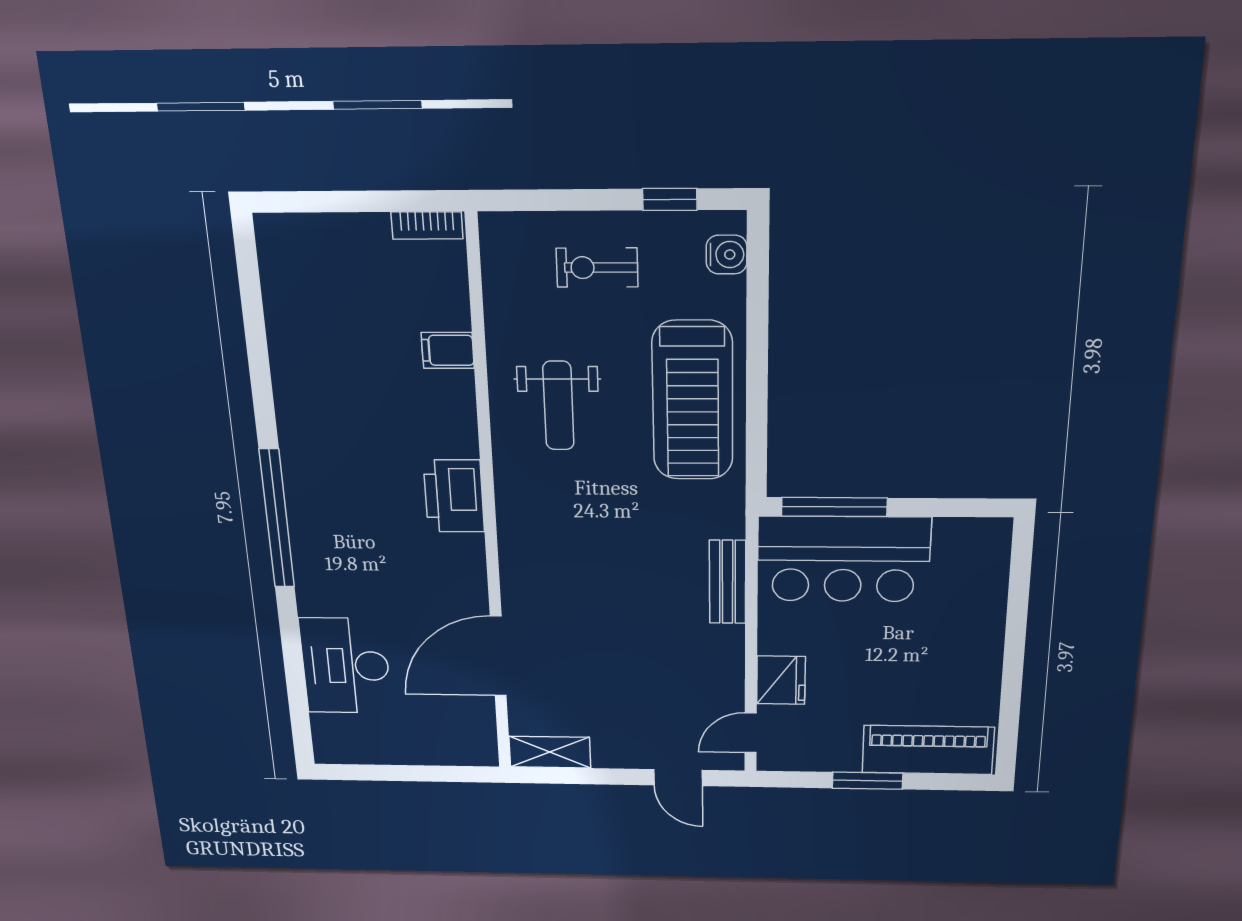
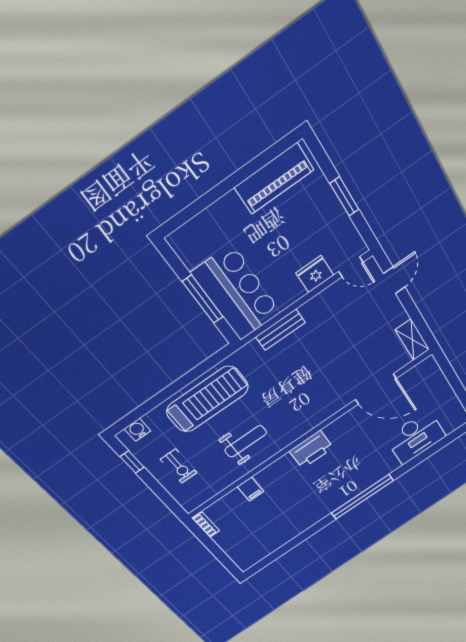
window: (834, 507) -> (203, 299), moved
piano: (928, 750) -> (274, 179), moved, turned -90

